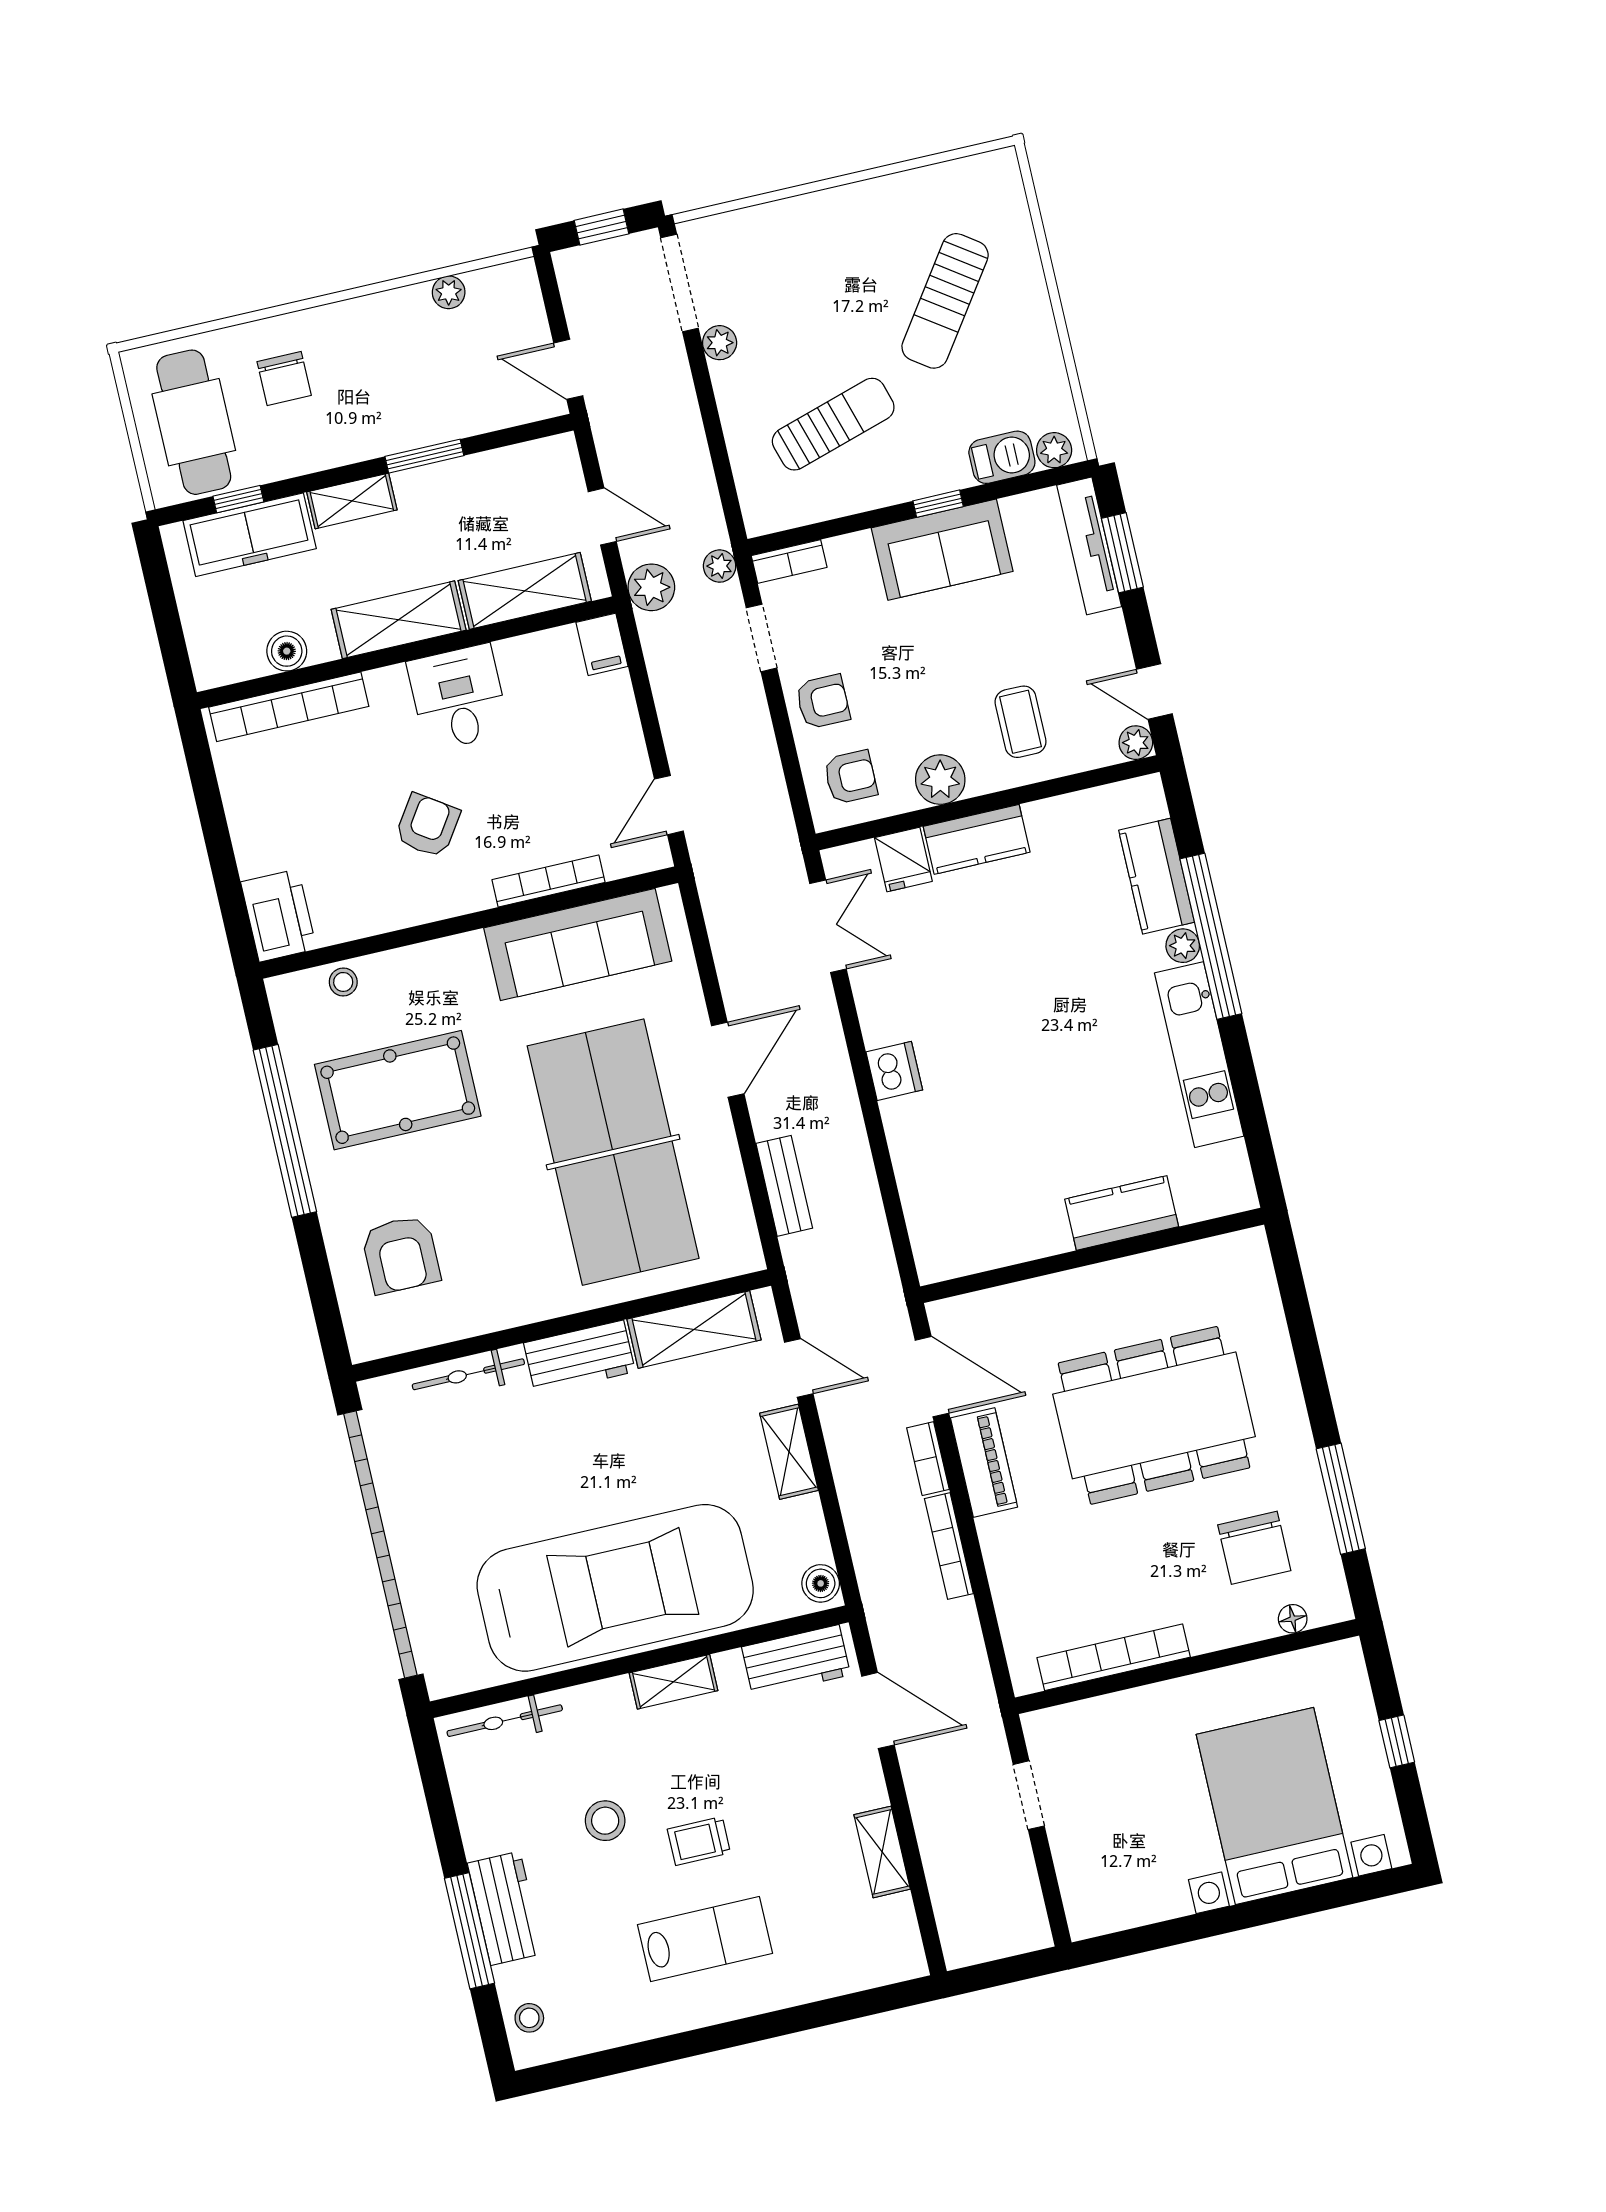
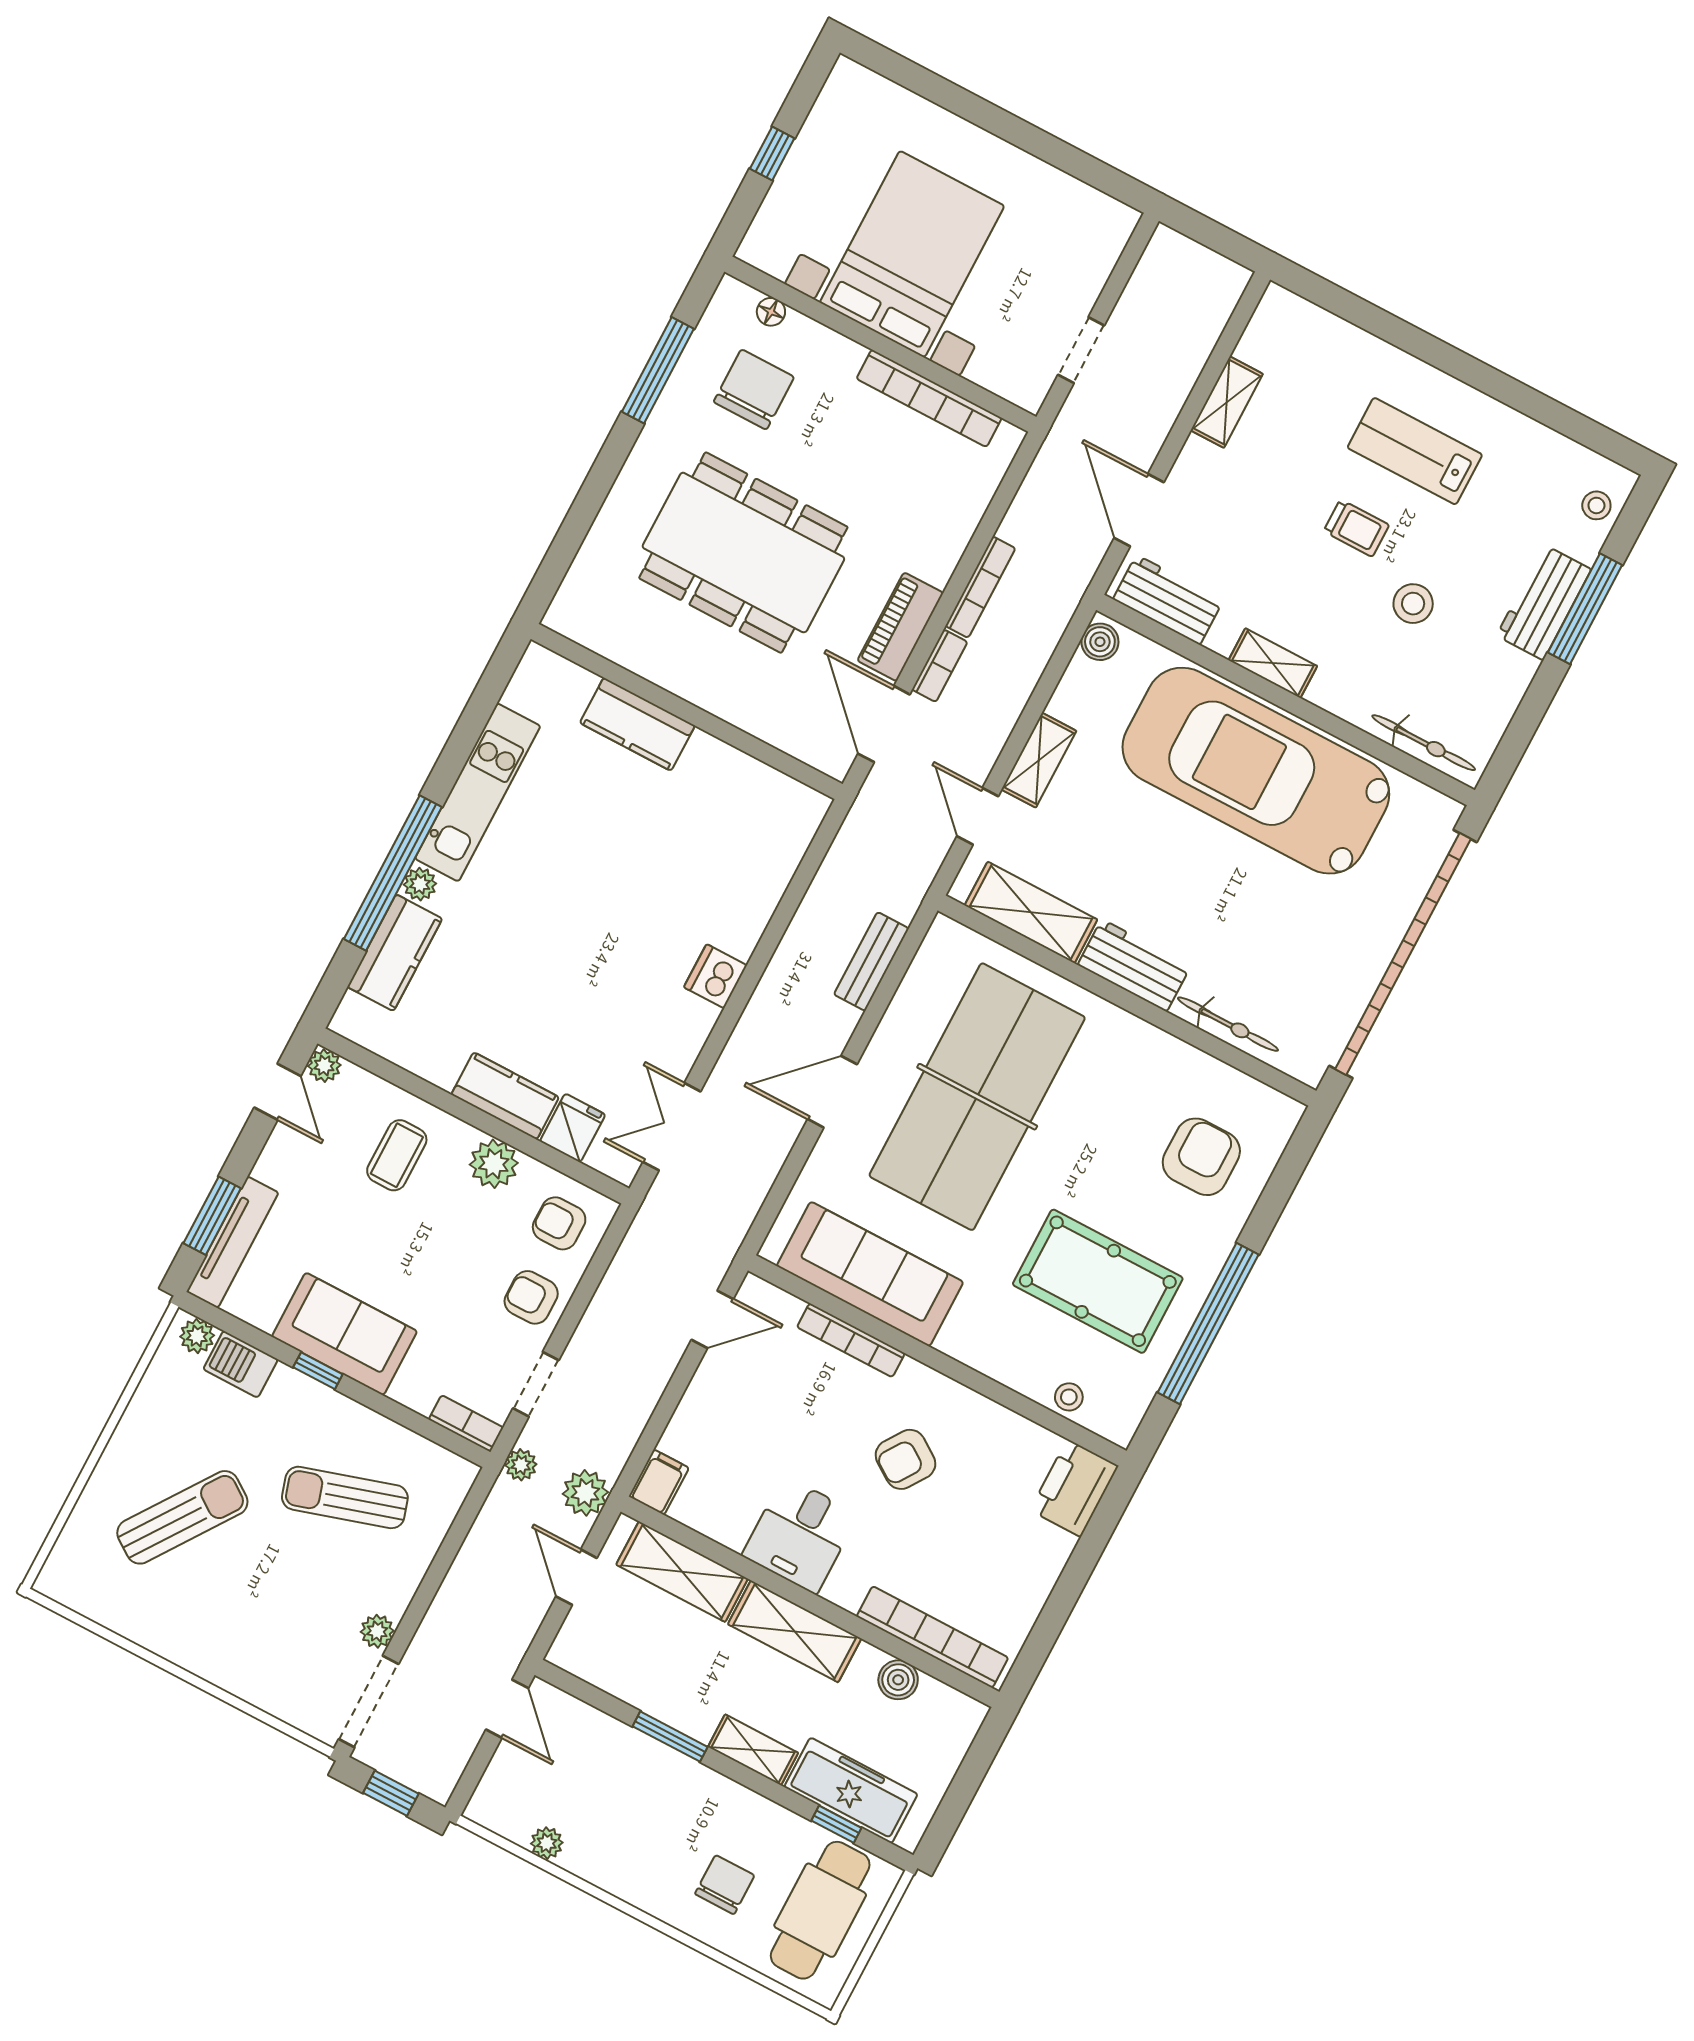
bed with nightstands: (1274, 1806) -> (912, 254), moved, turned 180

